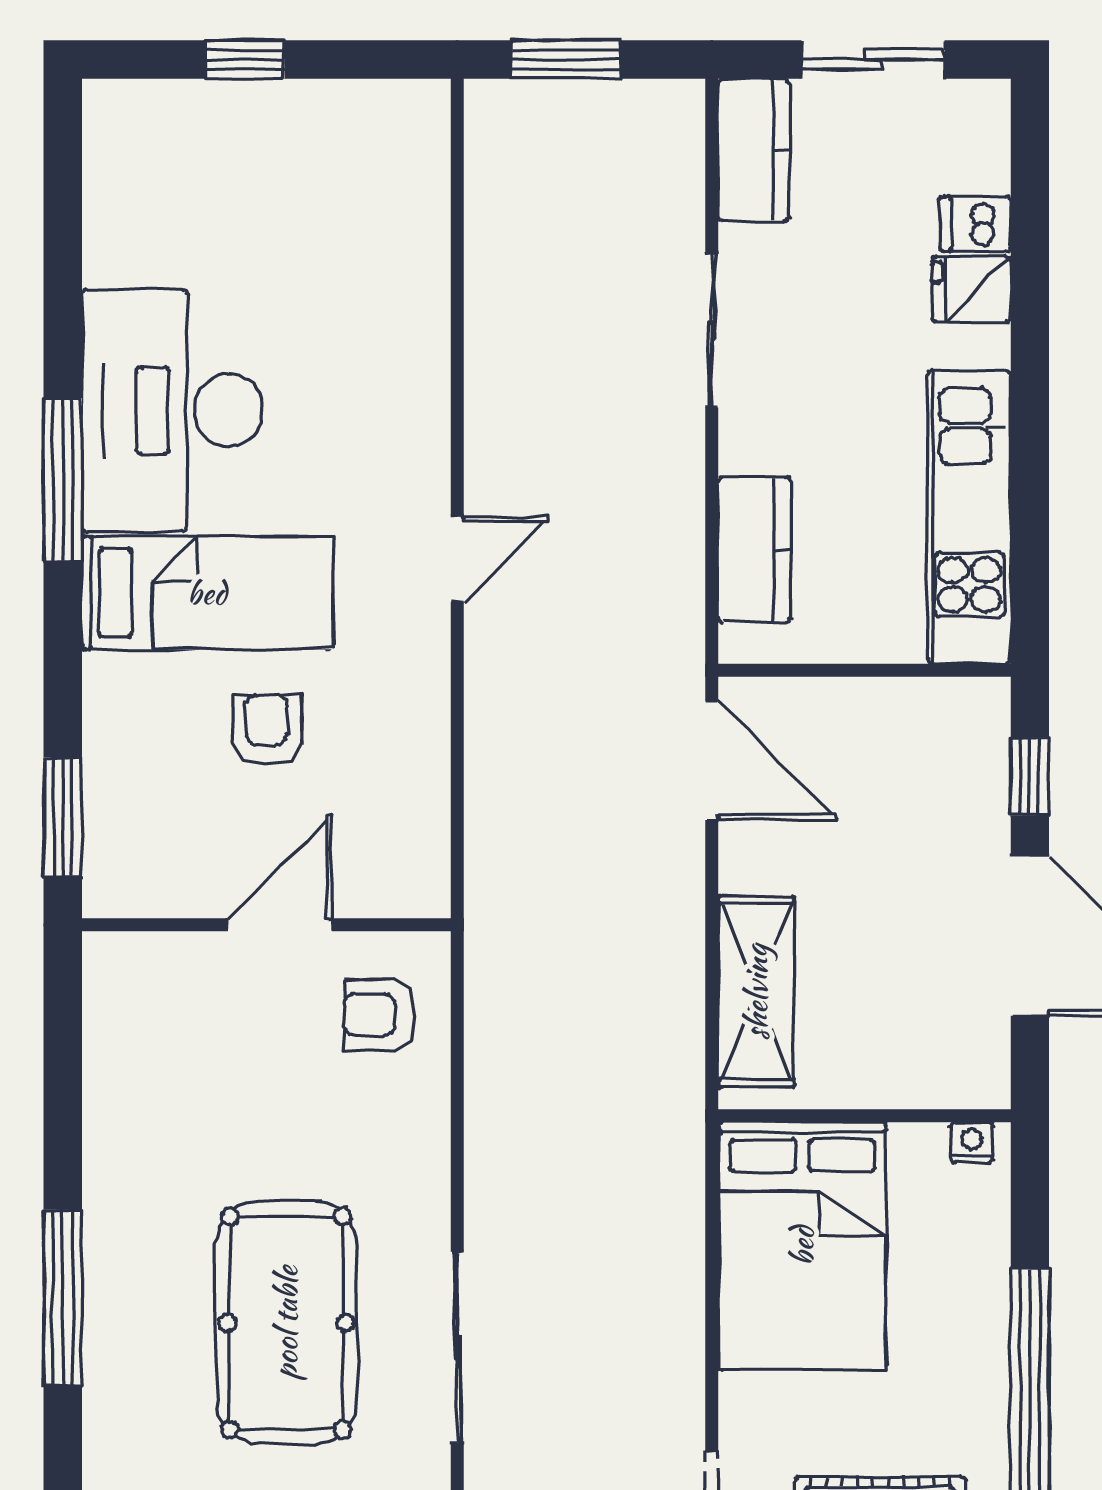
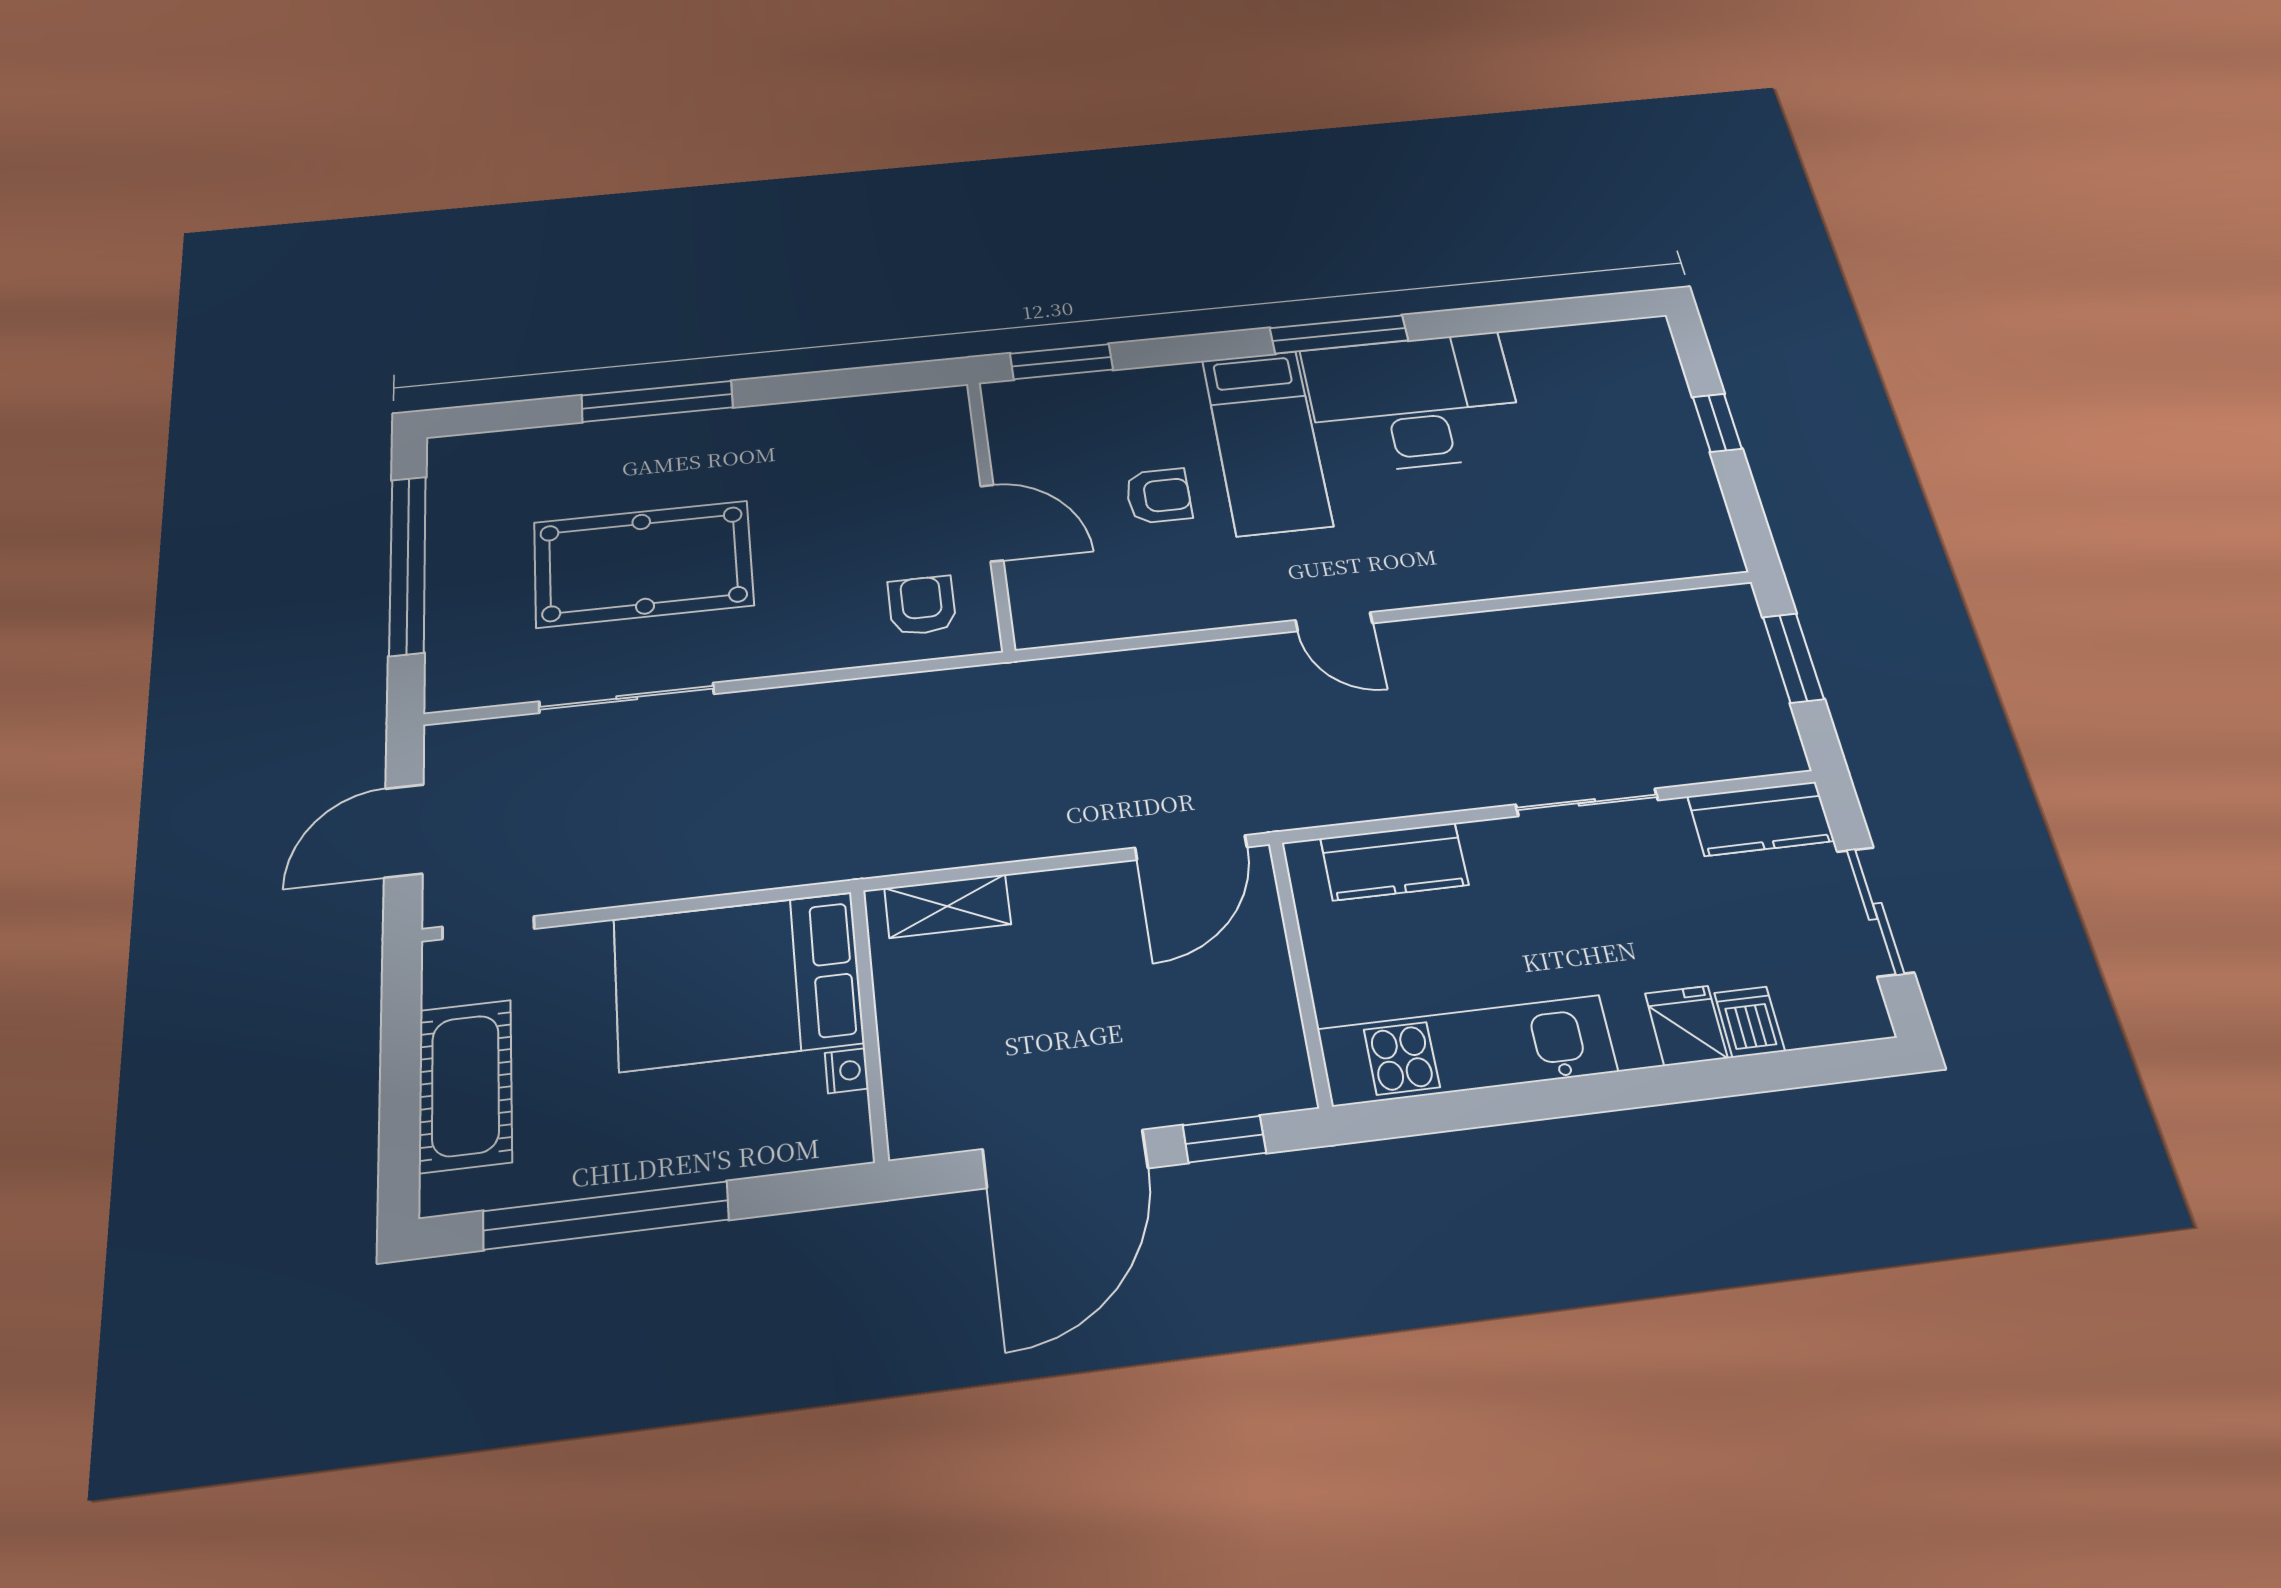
shelving: (756, 992) -> (948, 906), width x0.67, depth x0.75
nightstand: (972, 1142) -> (847, 1071), moved

